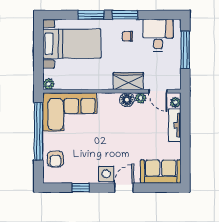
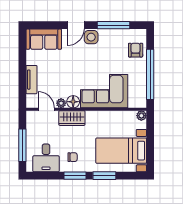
plant: (176, 102) -> (31, 100), removed
corner sofa: (70, 112) -> (104, 91), moved
window: (81, 188) -> (114, 25), width x2.17

